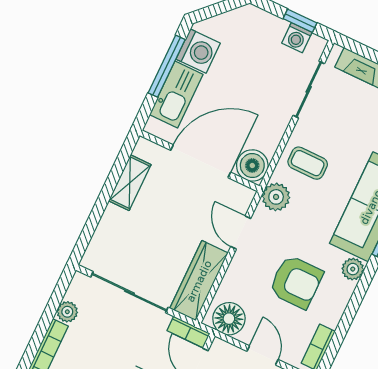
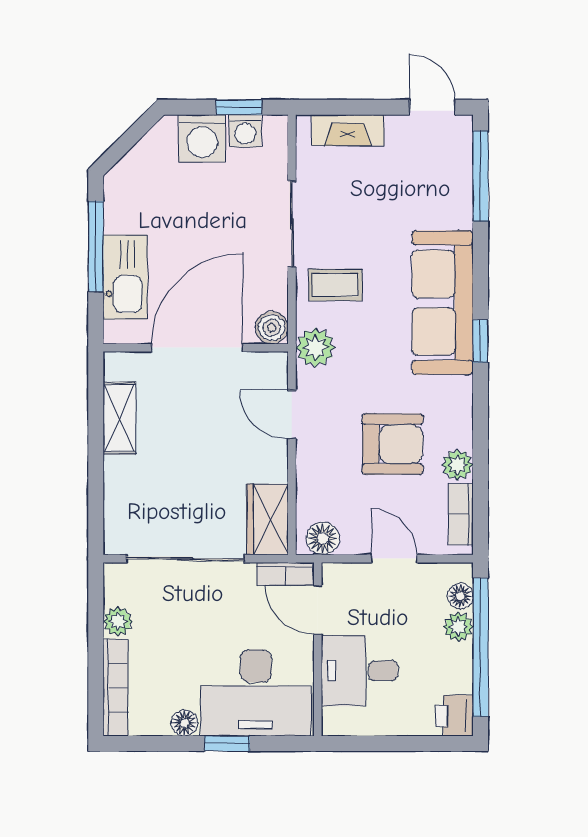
washing machine: (198, 51) -> (202, 138), moved, turned 90
sliding door: (309, 89) -> (292, 224), moved
boiler: (252, 165) -> (272, 328), width x0.73, depth x0.73
plant: (353, 269) -> (457, 465), moved
wardrobe: (199, 281) -> (267, 519), width x0.67
floor lamp: (229, 319) -> (323, 538), width x0.73, depth x0.73

